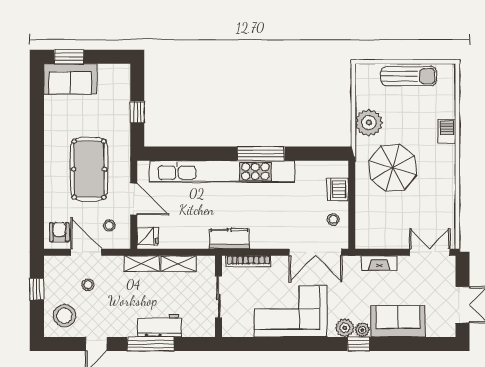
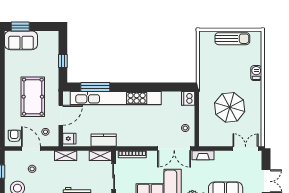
plant: (369, 123) -> (208, 68), removed
window: (261, 154) -> (95, 87), moved
parasol: (393, 168) -> (230, 107), moved
dishwasher: (338, 189) -> (188, 98), moved
door: (134, 199) -> (61, 115), hinge flipped
kitchen counter: (229, 239) -> (104, 140), moved
fireplace: (379, 263) -> (203, 155), moved
shelving: (178, 264) -> (100, 156), moved

